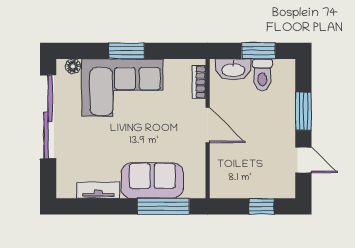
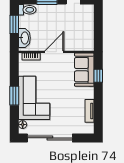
toilet: (262, 75) -> (27, 10), moved
sofa: (152, 181) -> (84, 70), moved
window: (163, 206) -> (98, 76), width x0.46
window: (262, 206) -> (98, 23), removed

